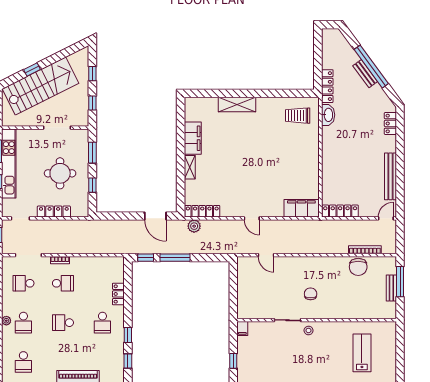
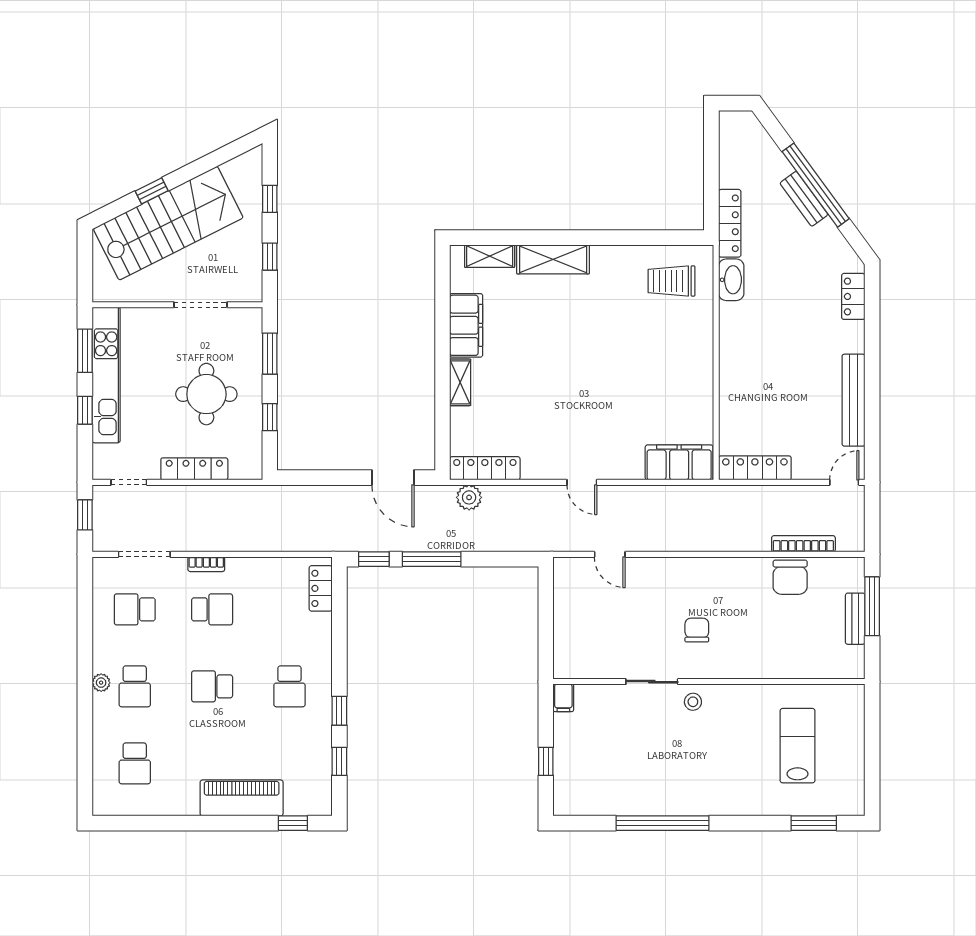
shelving: (205, 103) -> (490, 256), added
locker: (118, 294) -> (321, 588), moved

